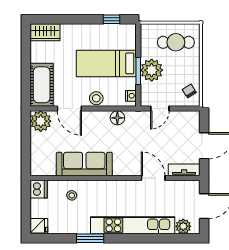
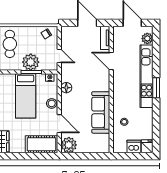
door: (69, 108) -> (59, 124), hinge flipped
door: (153, 178) -> (111, 61), hinge flipped
dishwasher: (39, 189) -> (134, 147), moved
window: (90, 238) -> (156, 88), moved

